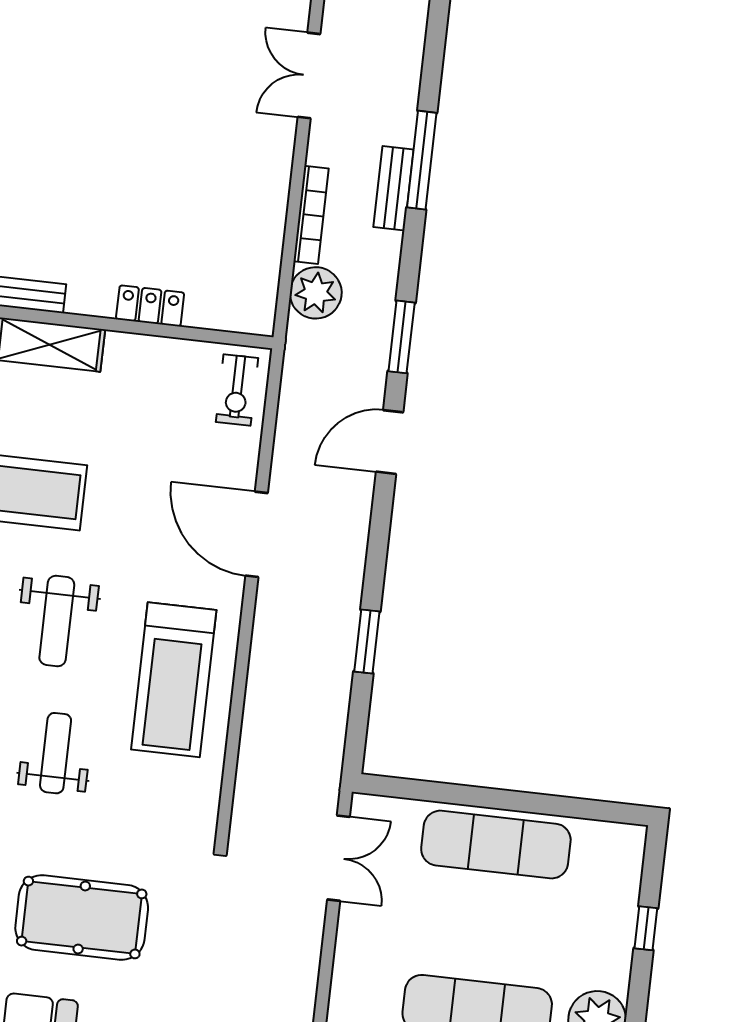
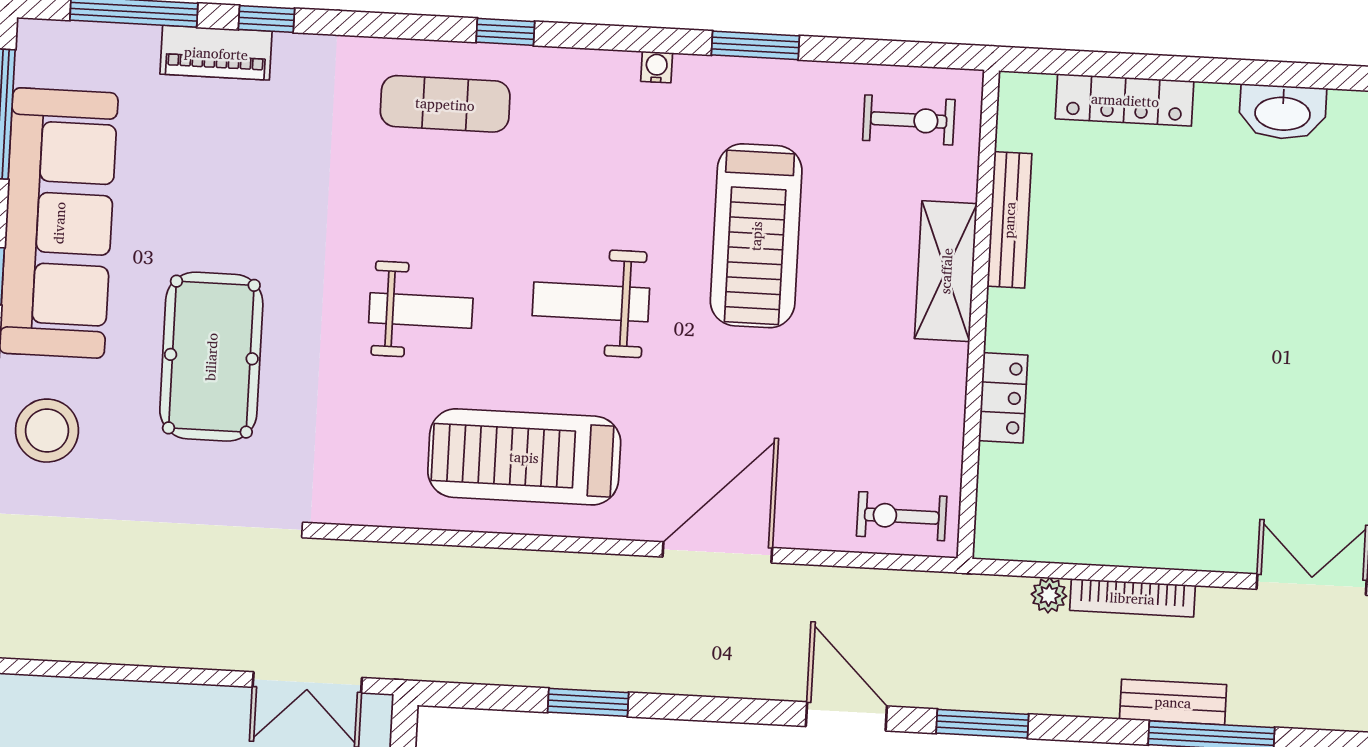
plant: (316, 293) -> (1049, 595), width x0.53, depth x0.53

